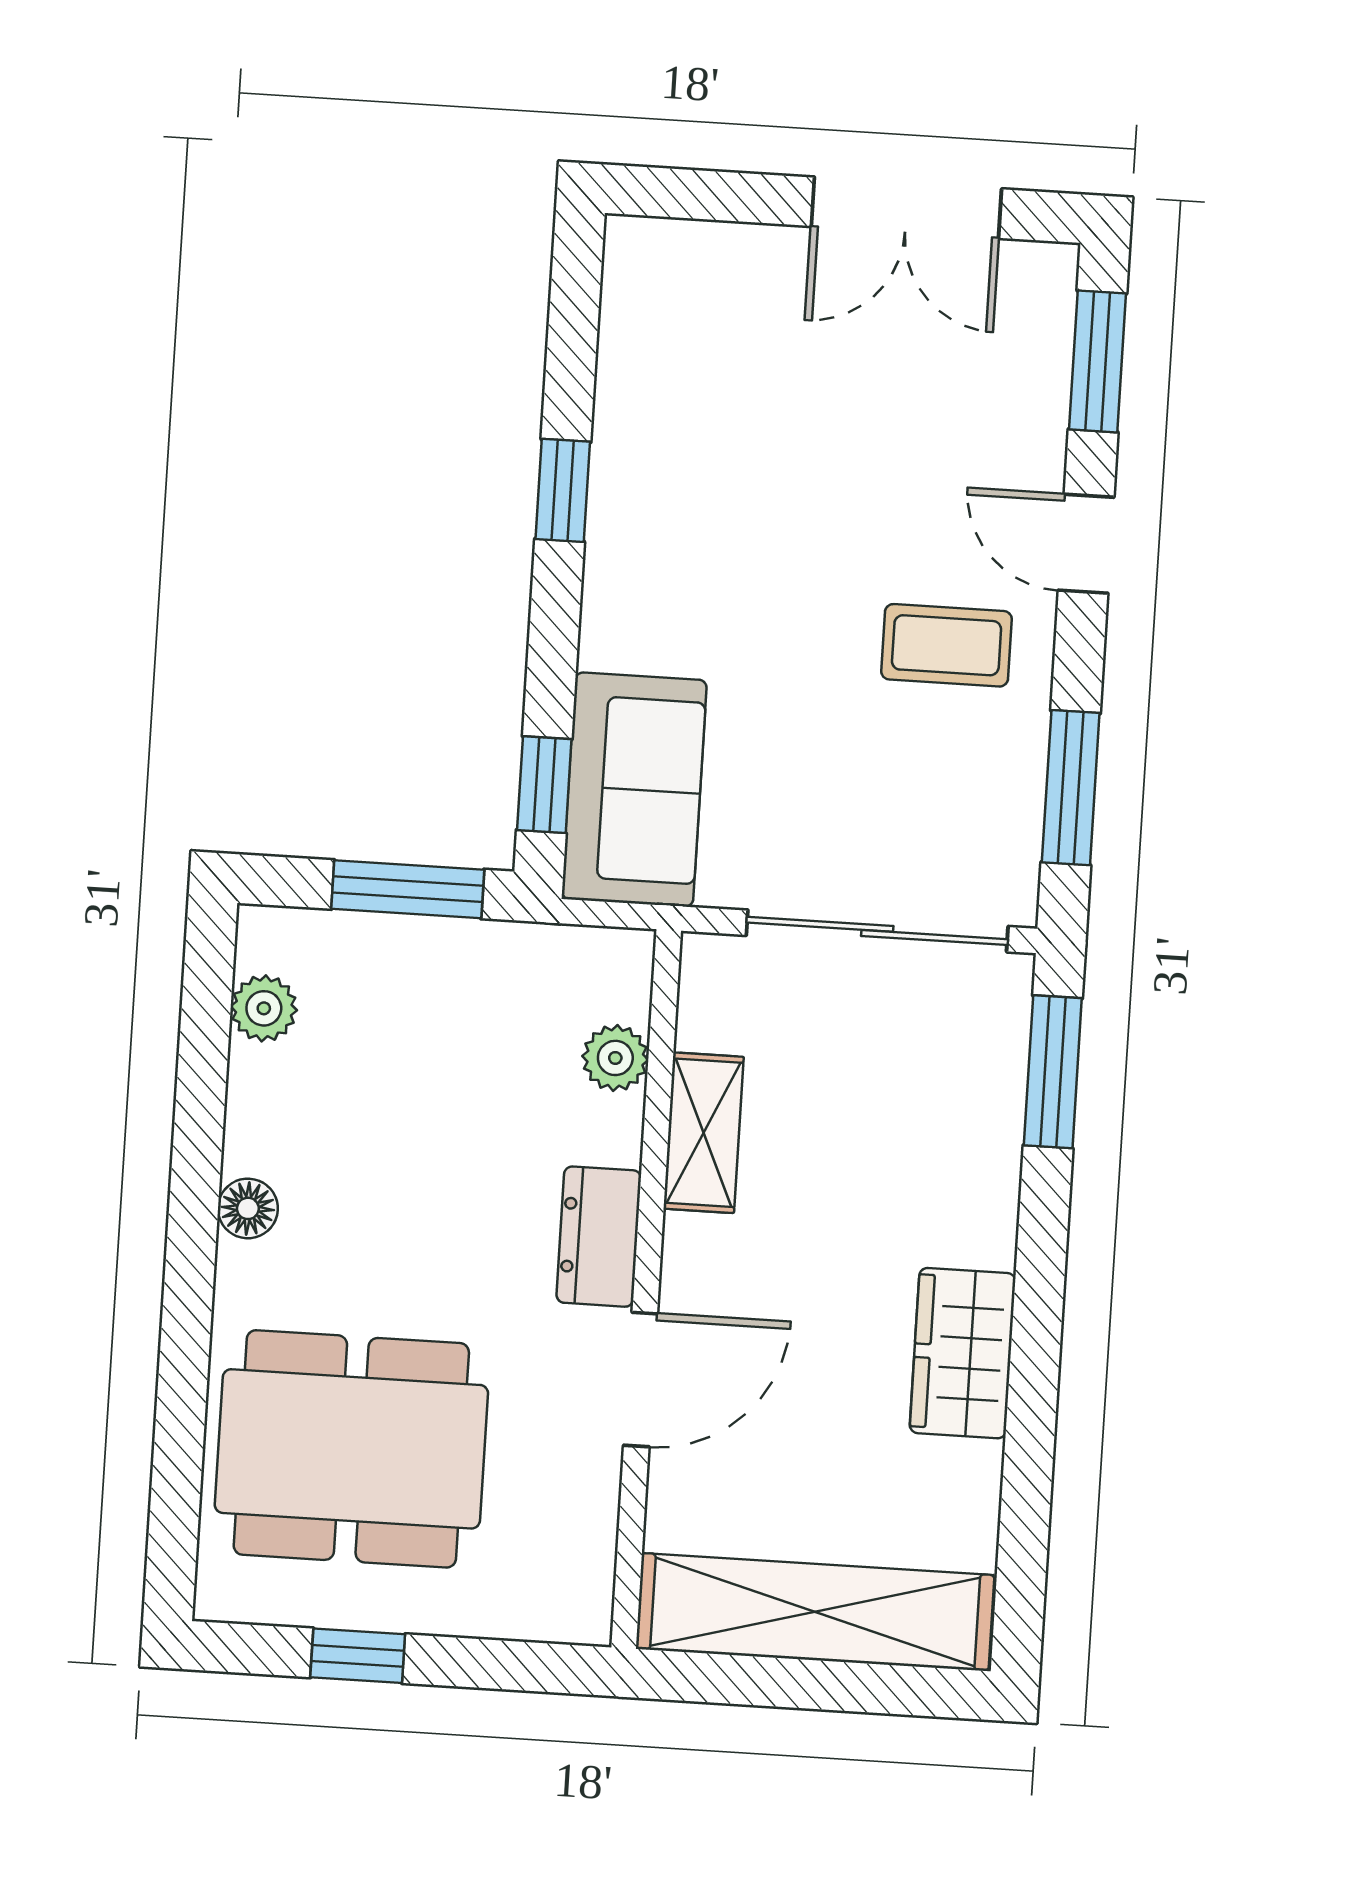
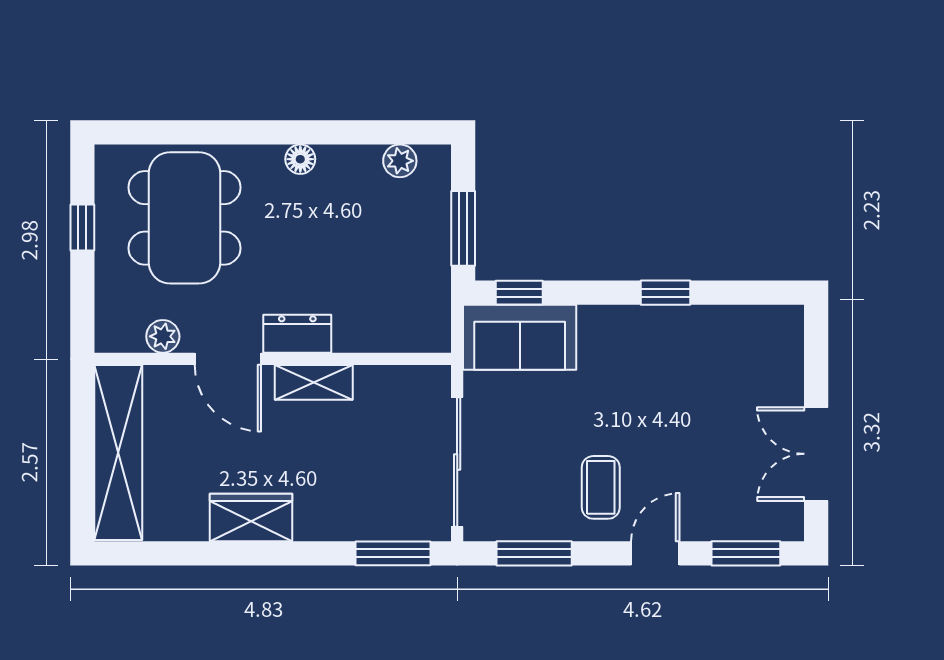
plant: (615, 1058) -> (163, 336), moved
shelving: (704, 1133) -> (314, 382), moved

